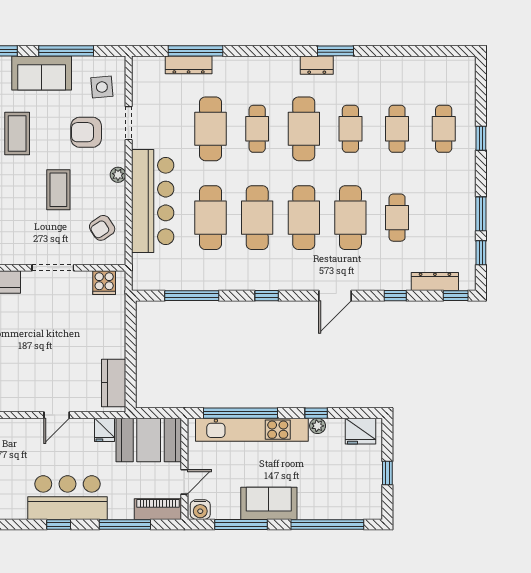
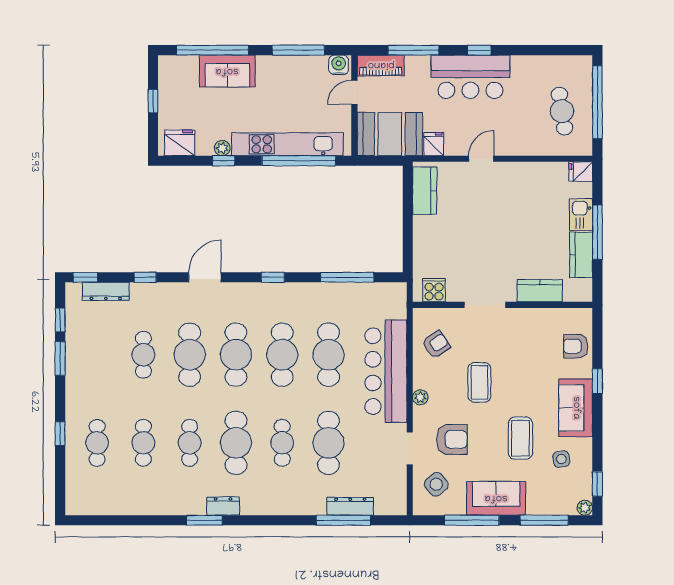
side table: (102, 87) -> (436, 484), turned -35
sofa: (269, 503) -> (227, 71), moved

